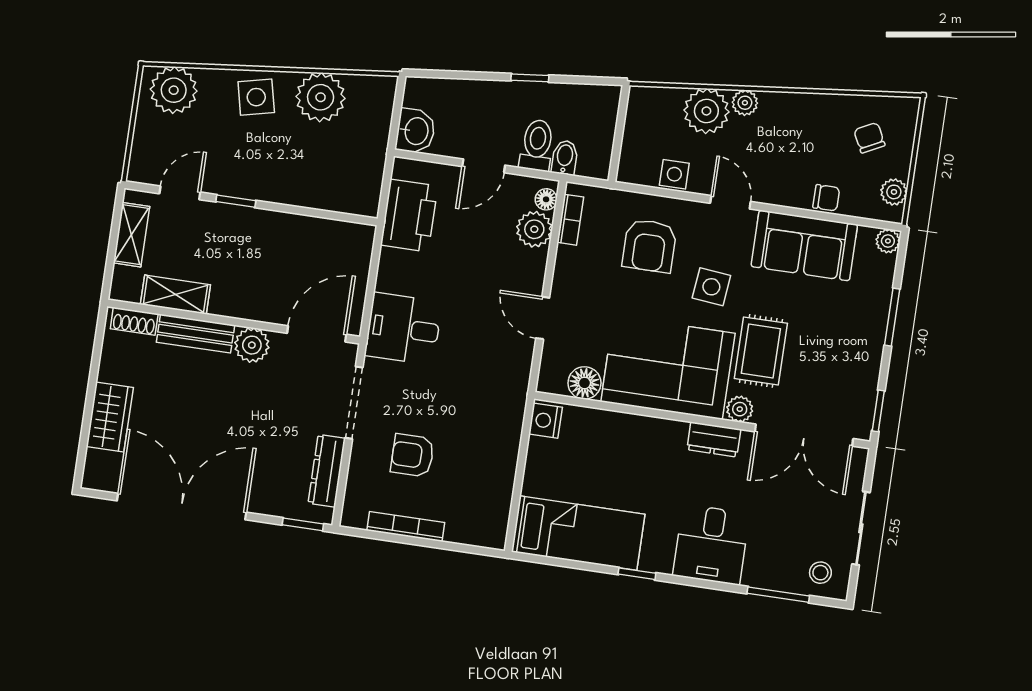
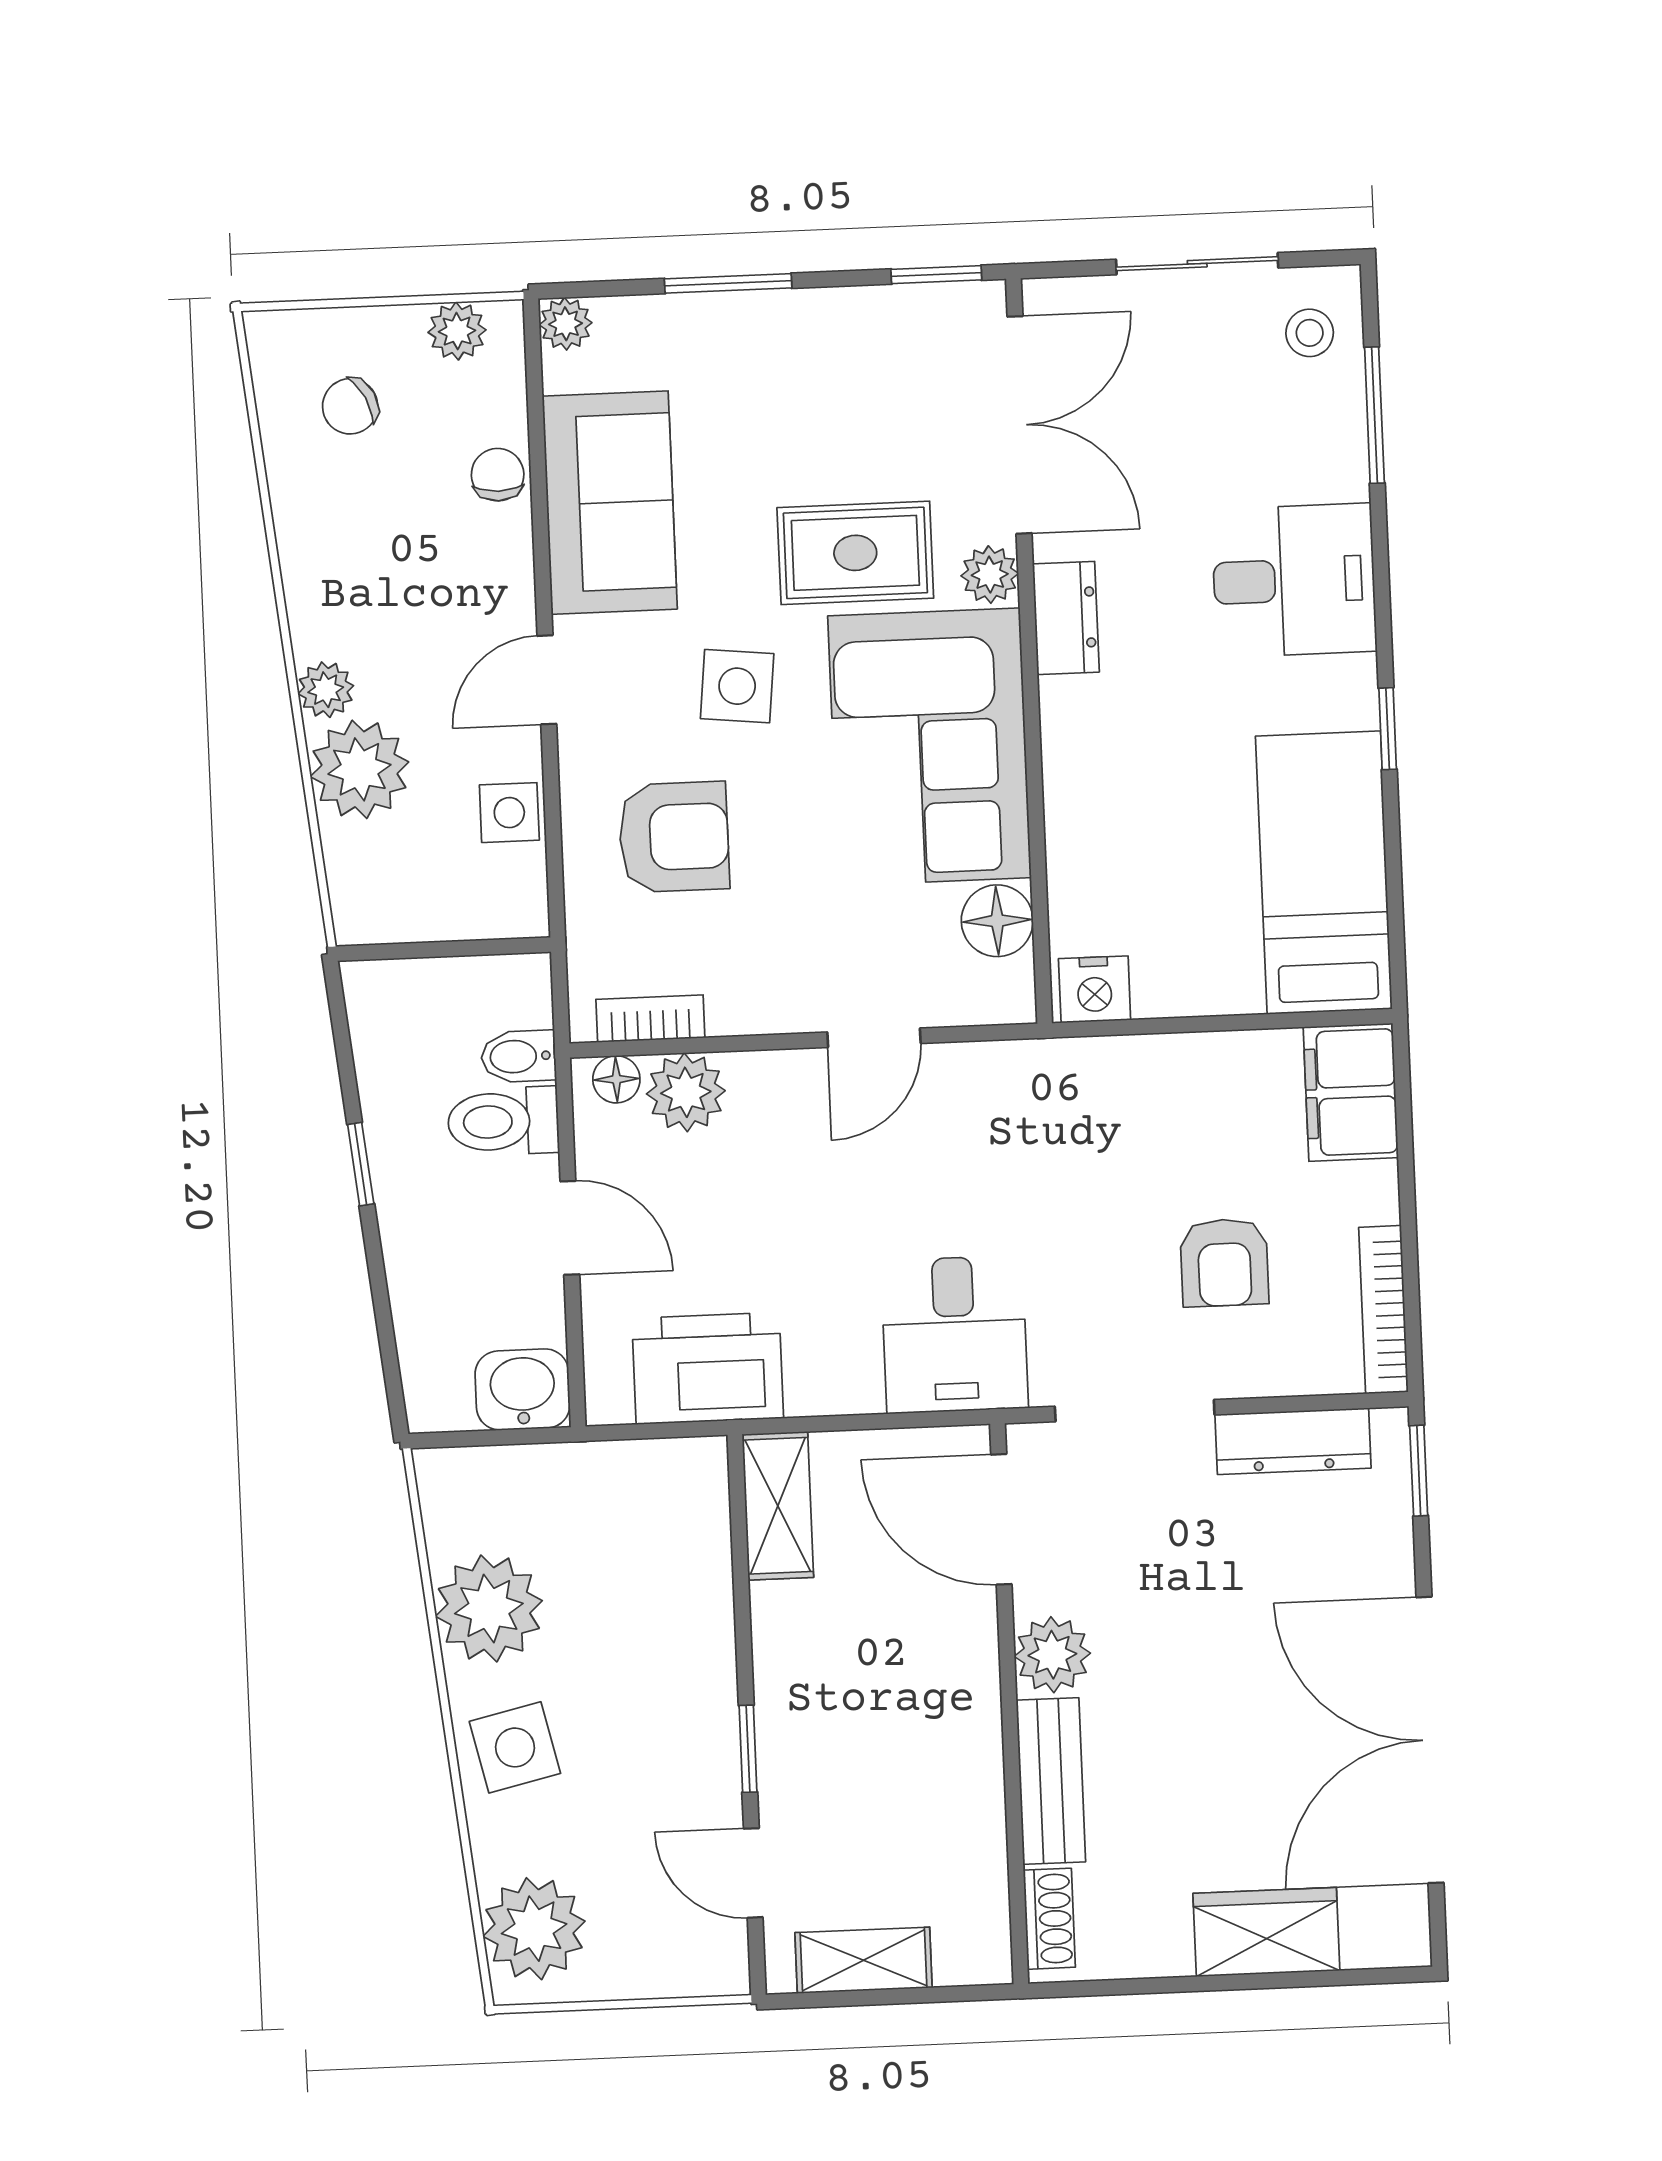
shelving: (175, 295) -> (778, 1506), moved
filing cabinet: (478, 526) -> (1351, 1092), added
bookcase: (406, 527) -> (1383, 1310), moved

